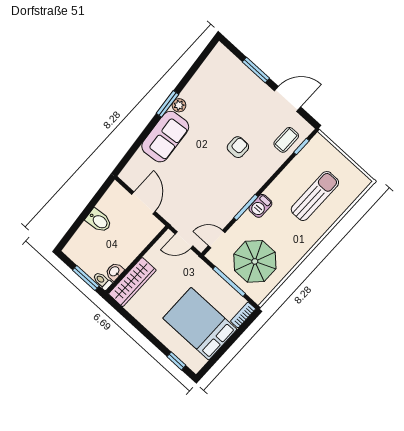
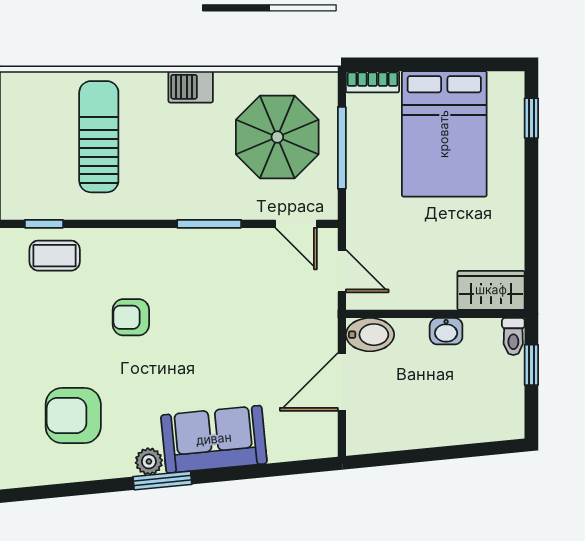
armchair: (221, 93) -> (73, 415), added
sun lounger: (315, 196) -> (99, 137), turned 90
barbecue: (260, 206) -> (191, 87), moved, turned 180
bidet: (99, 221) -> (370, 335), moved, turned 96
washbasin: (114, 272) -> (446, 331), moved
window: (86, 278) -> (531, 365), width x0.67
wardrobe: (132, 282) -> (491, 290), width x0.67

